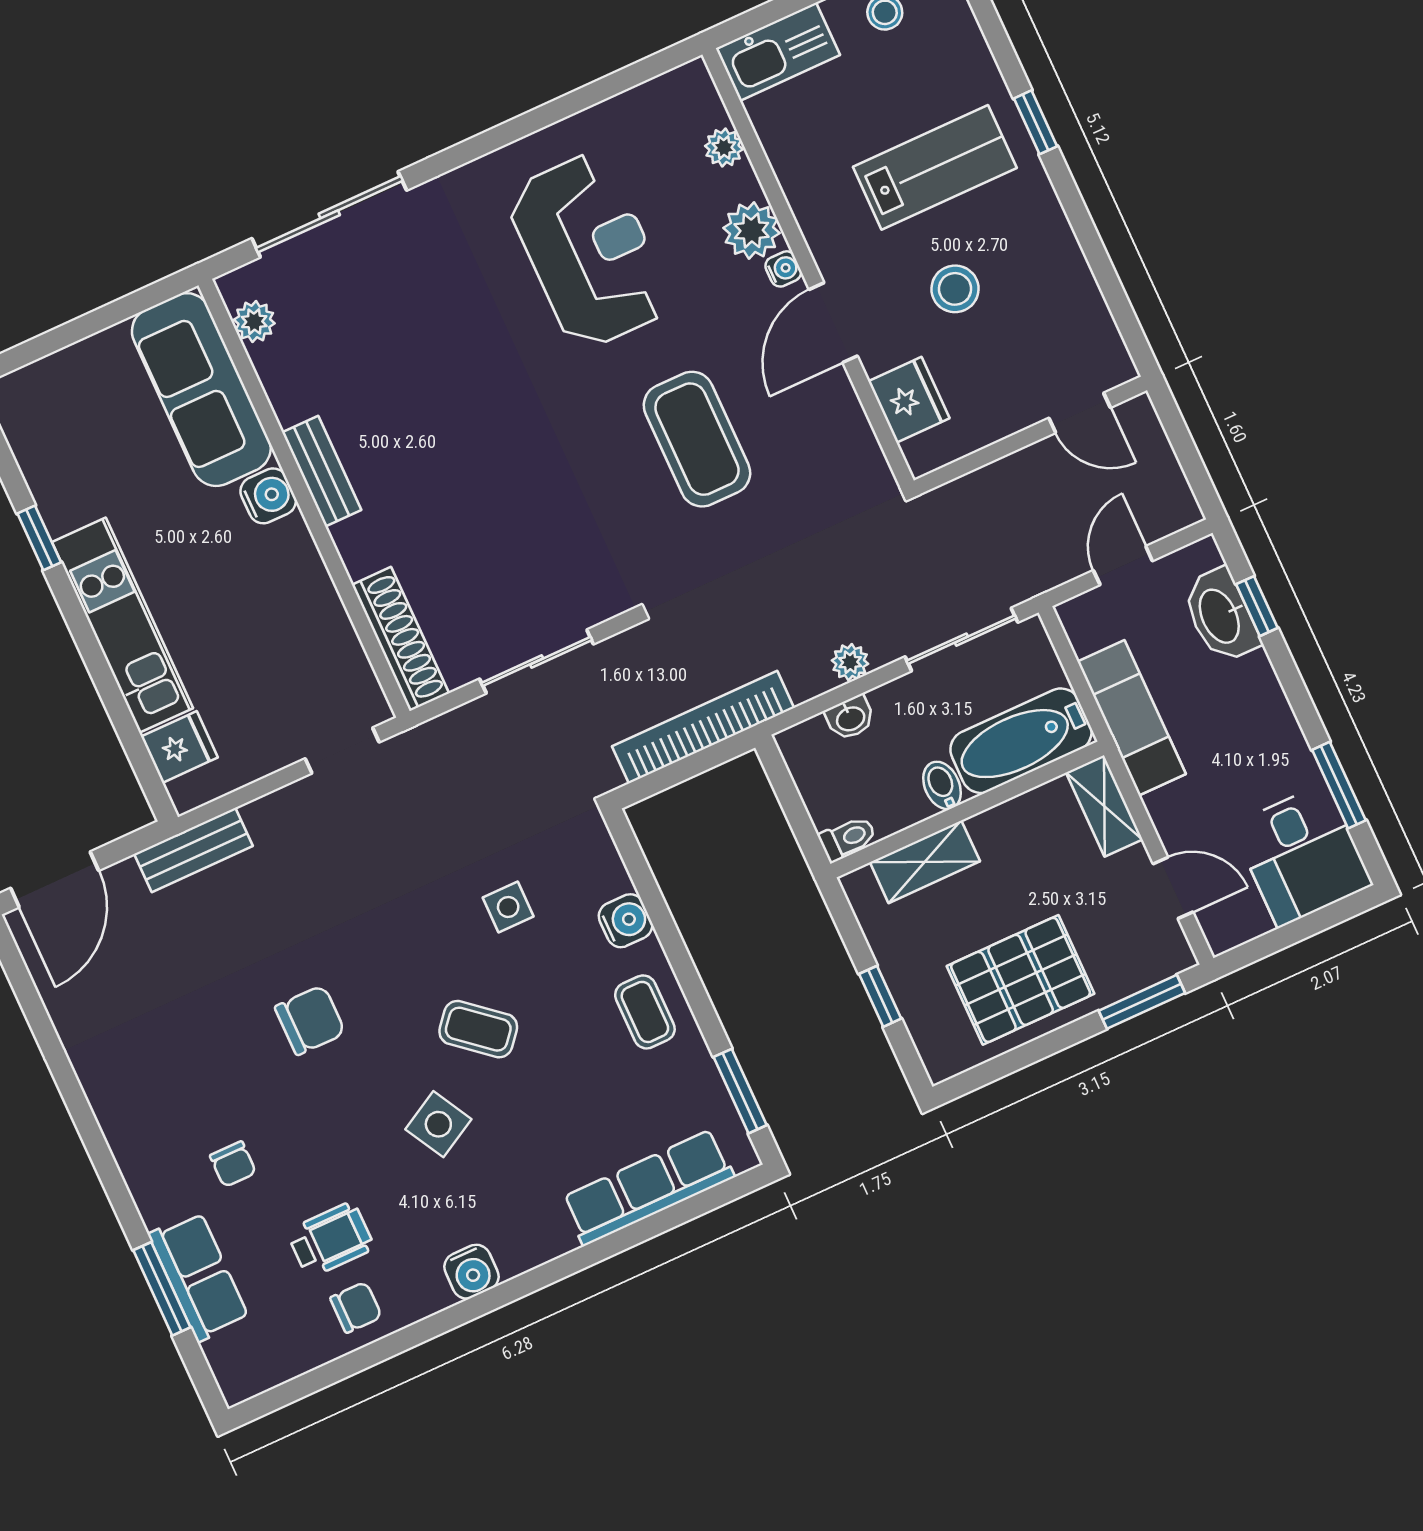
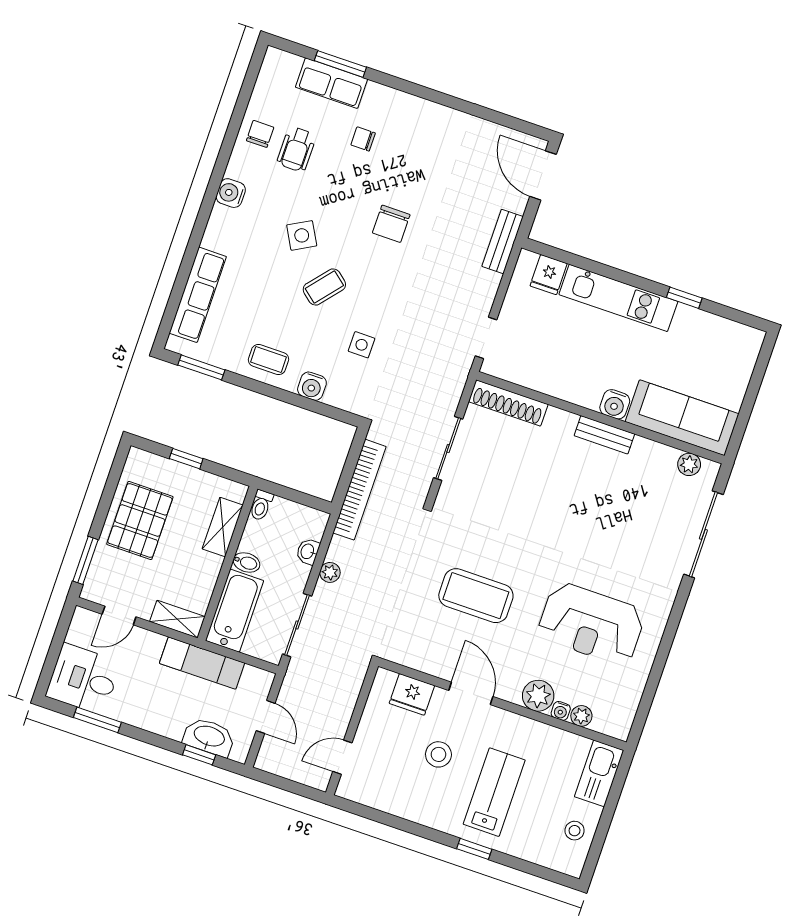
lab bench: (935, 167) -> (494, 792), turned 180
water cooler: (783, 269) -> (561, 711), moved
chair: (356, 1307) -> (260, 134), turned 180

